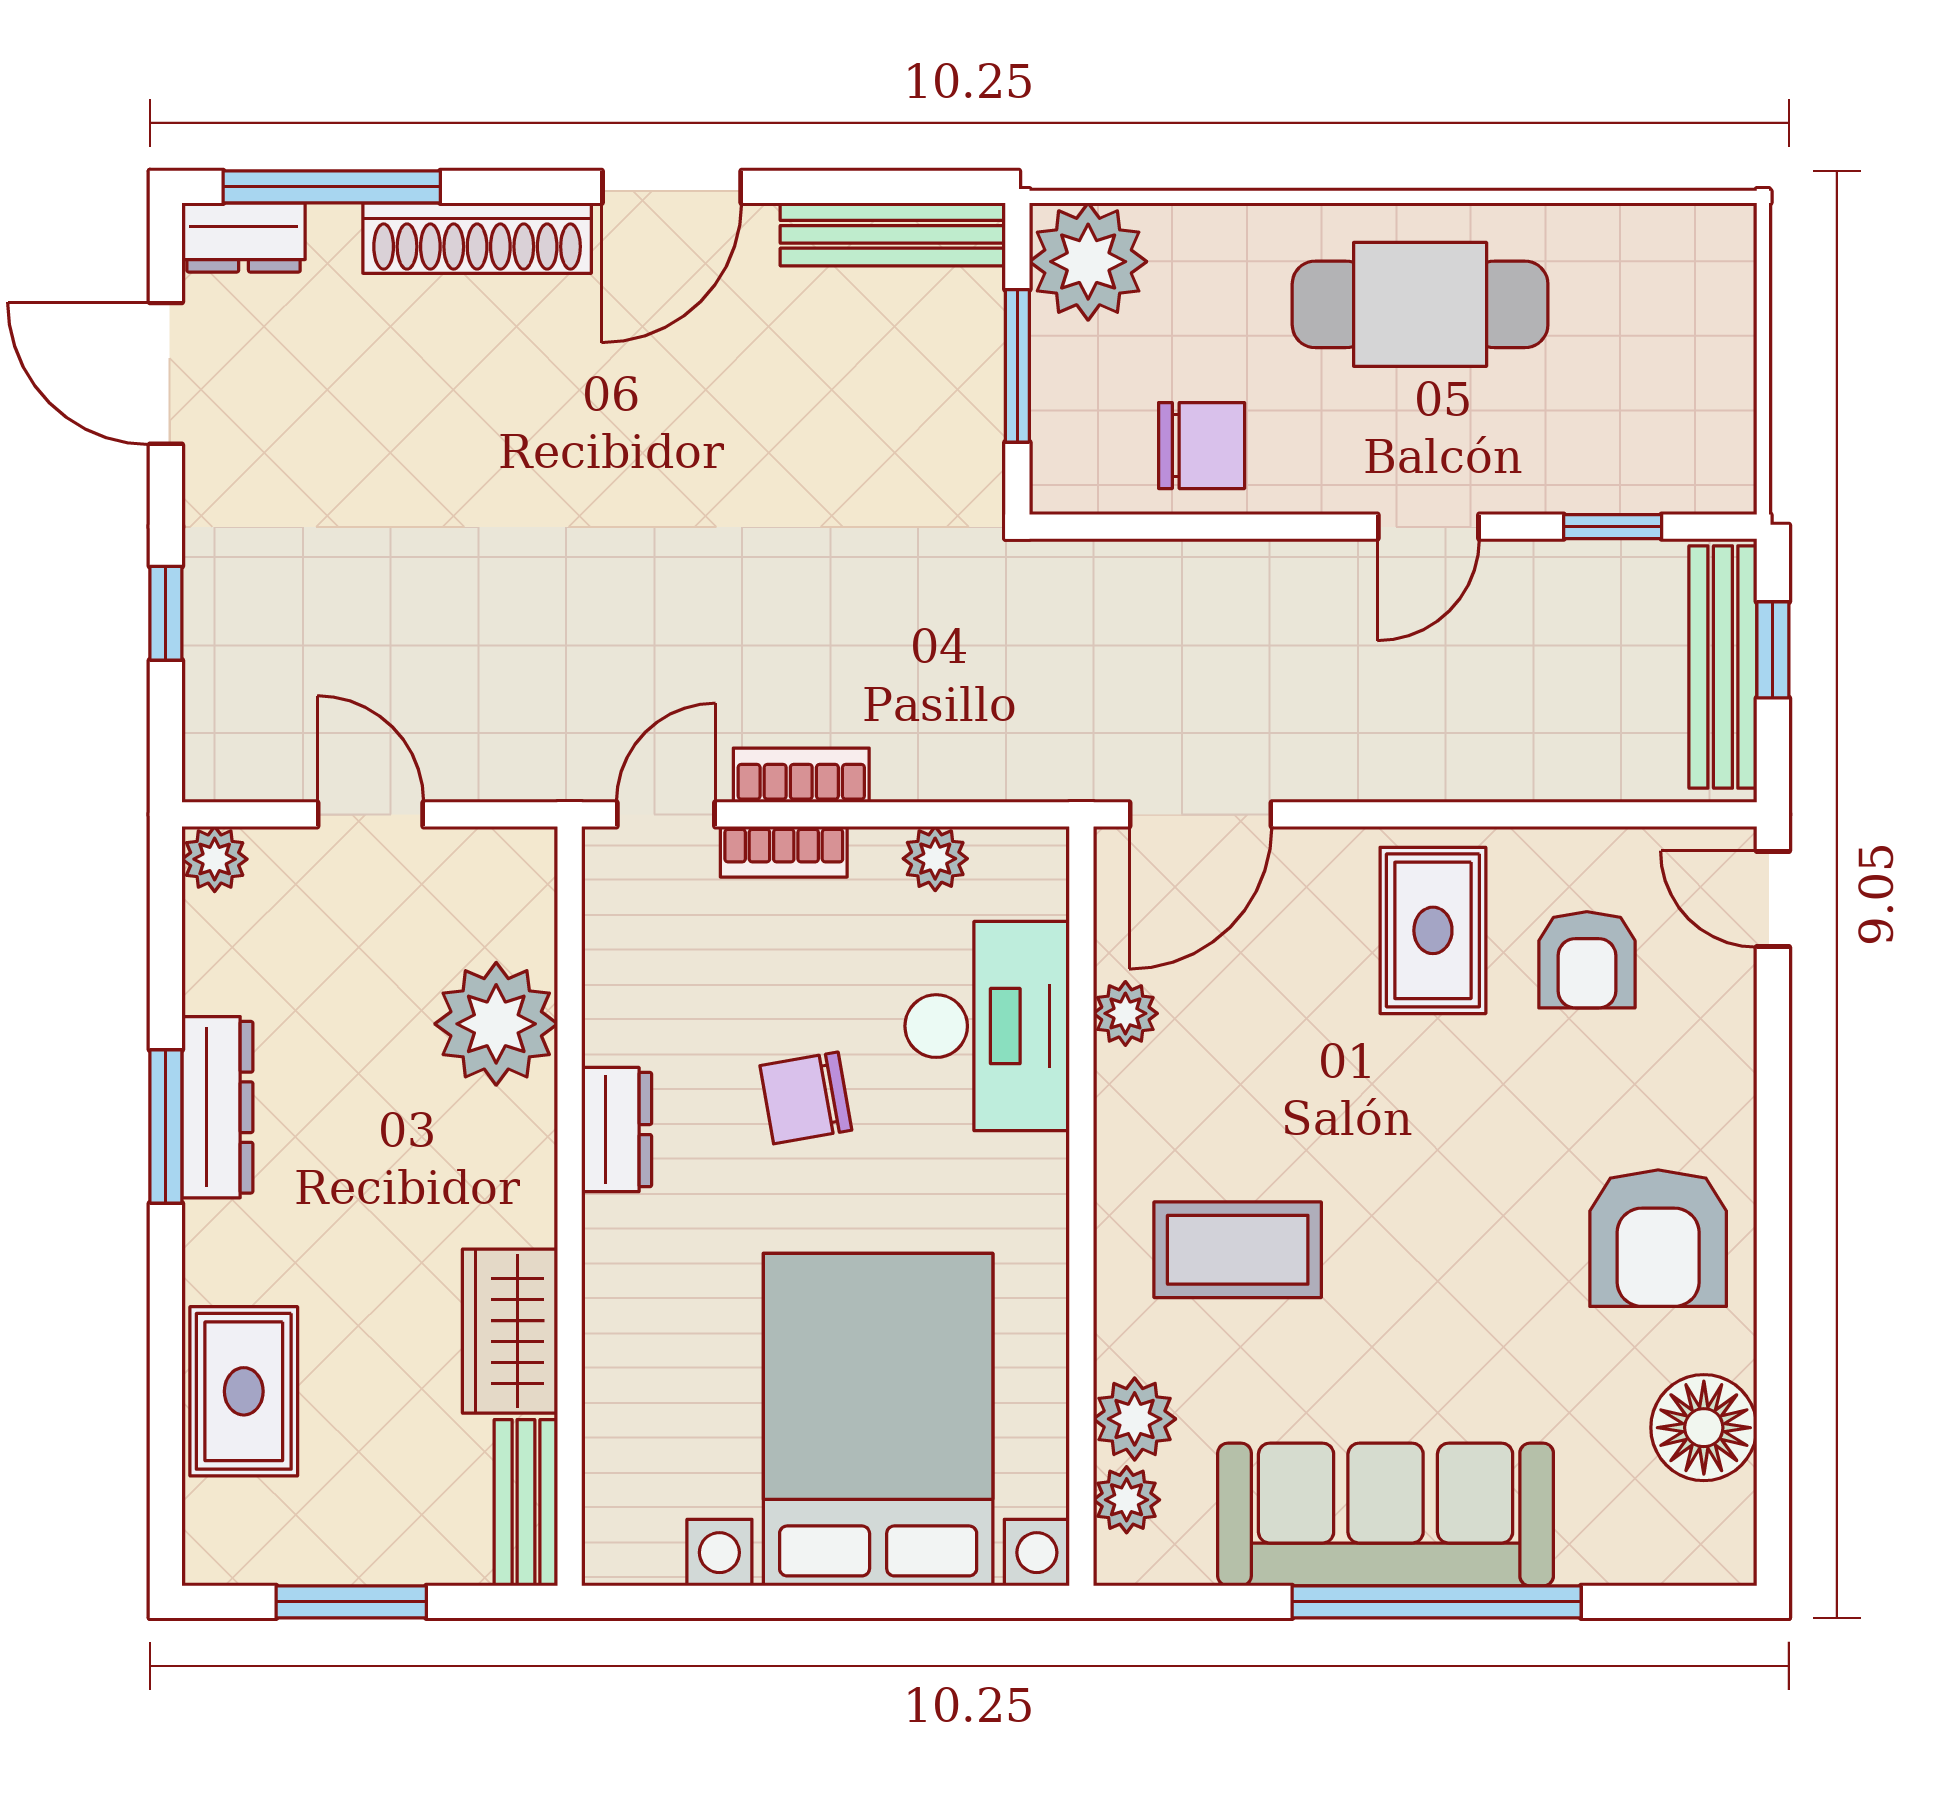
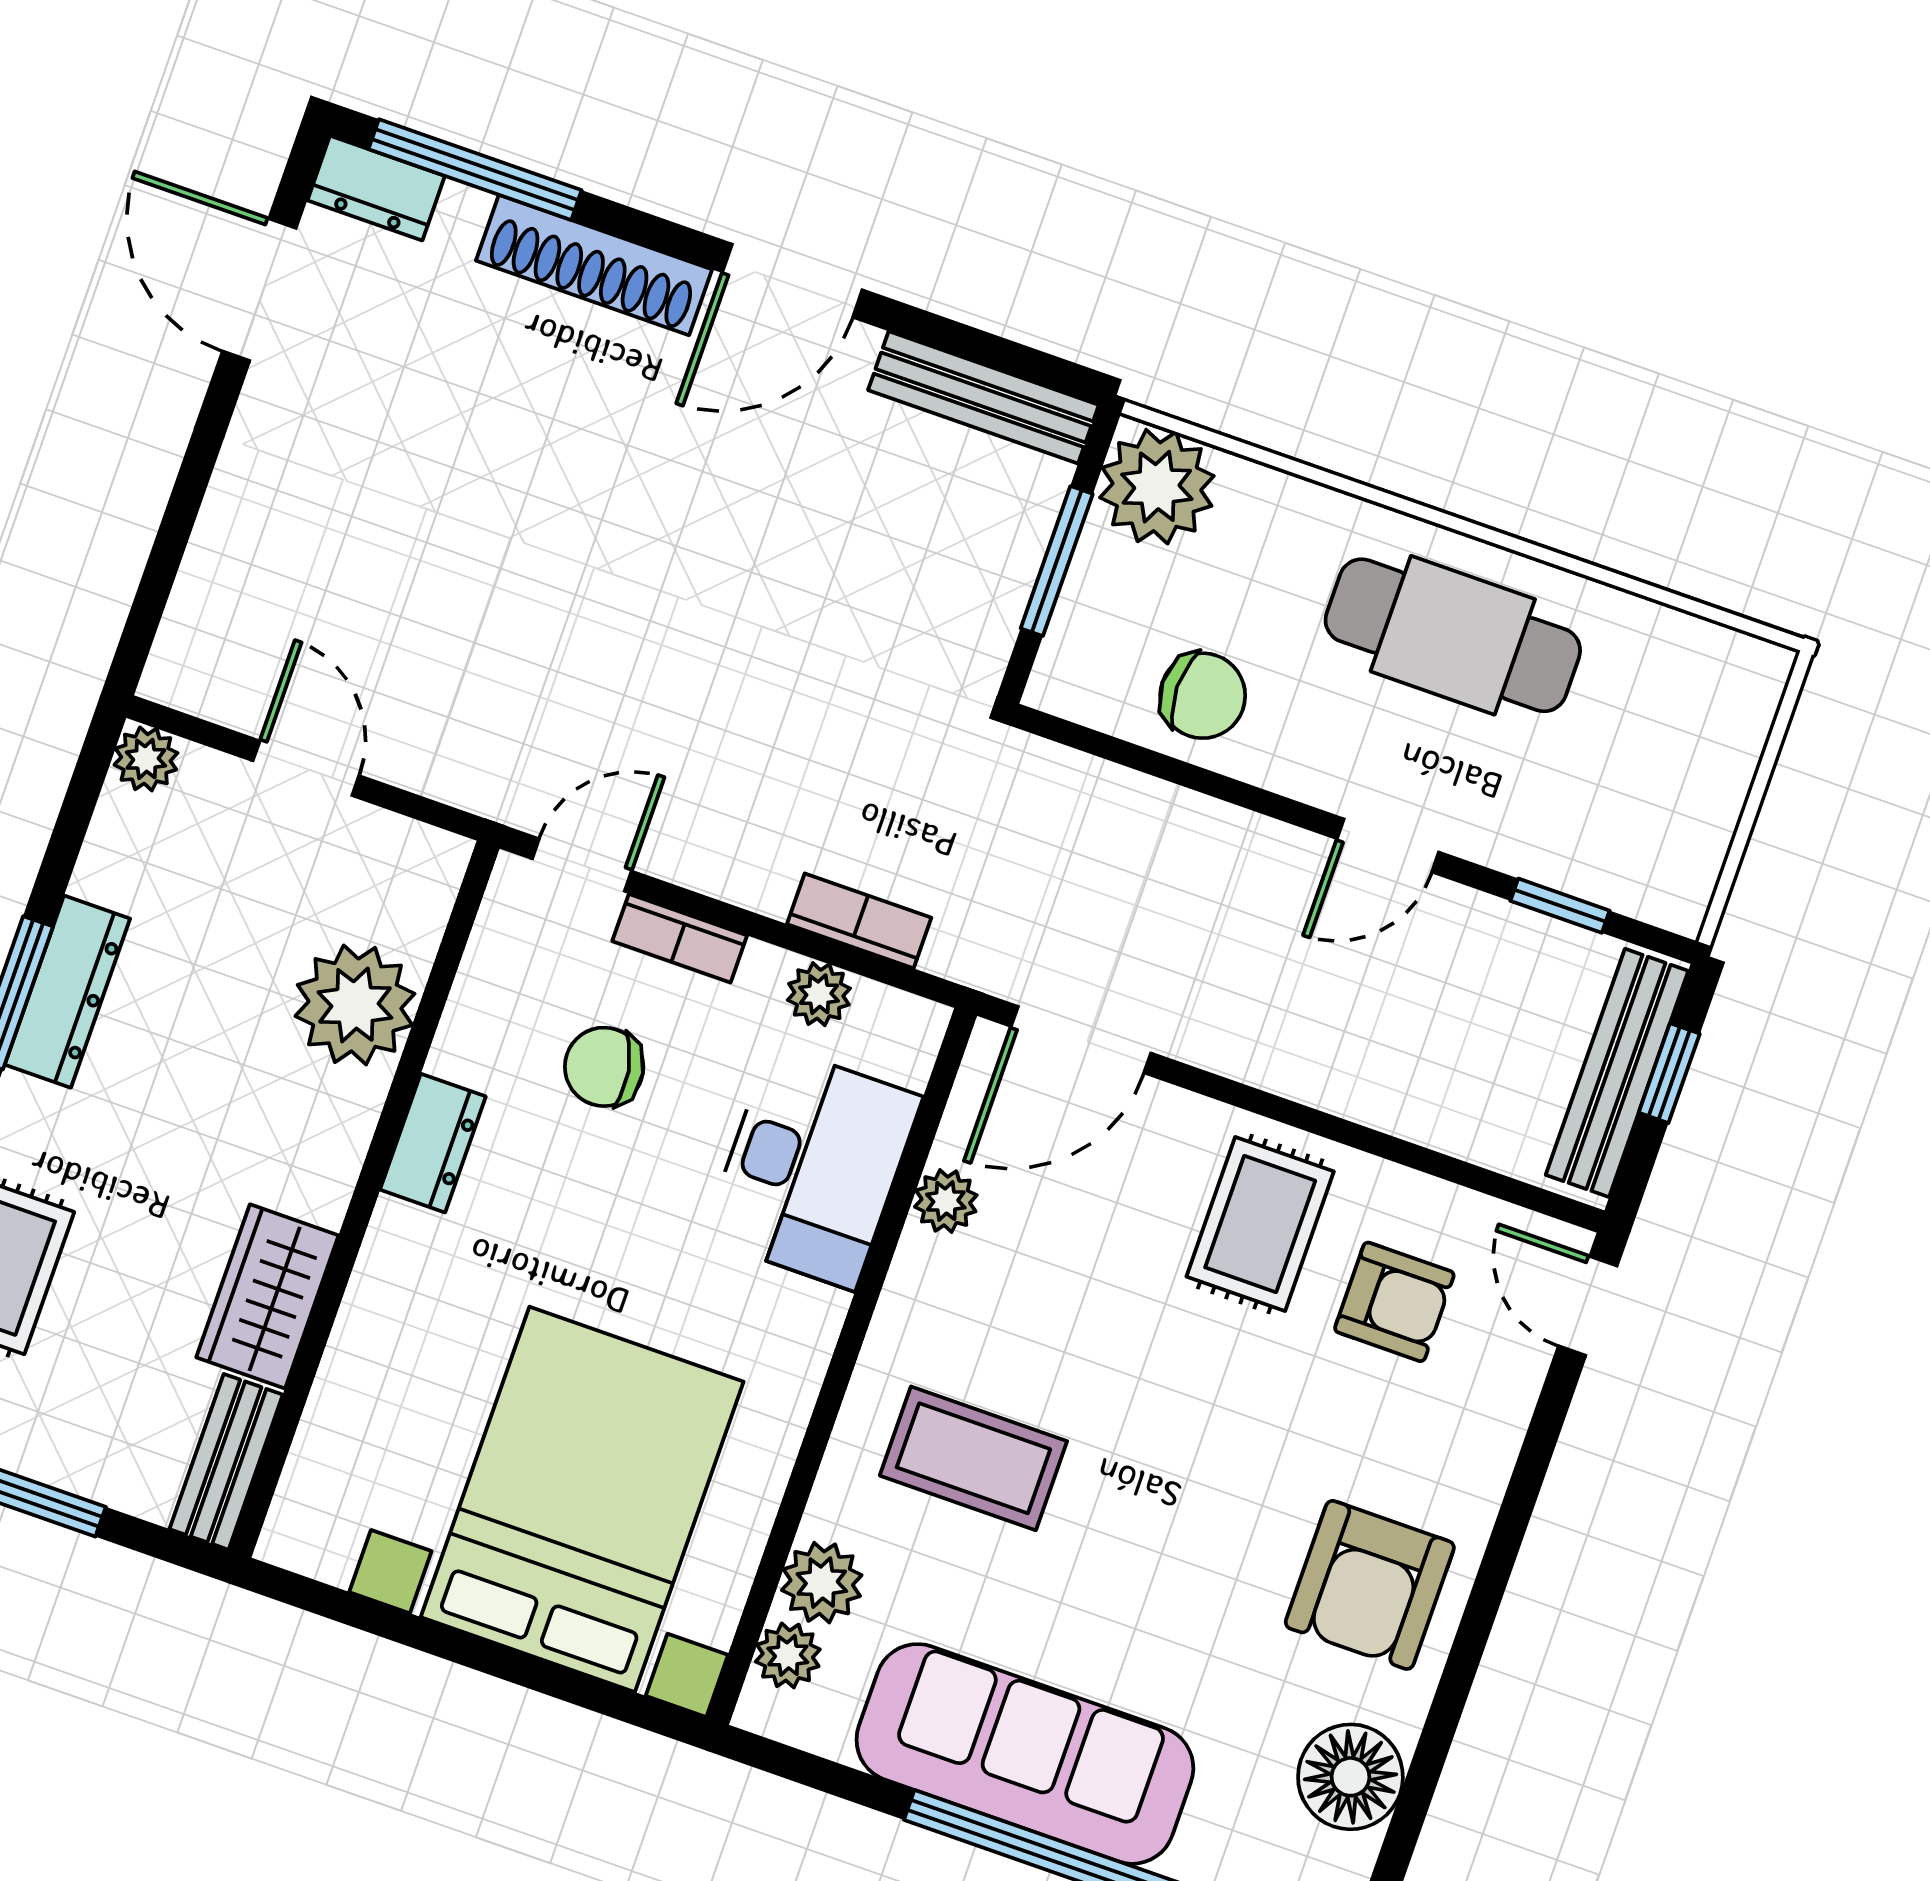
window: (166, 613) -> (181, 514), removed
bookcase: (801, 775) -> (859, 921), moved
armchair: (1587, 960) -> (1394, 1302), turned -90
chair: (806, 1098) -> (604, 1067), moved

